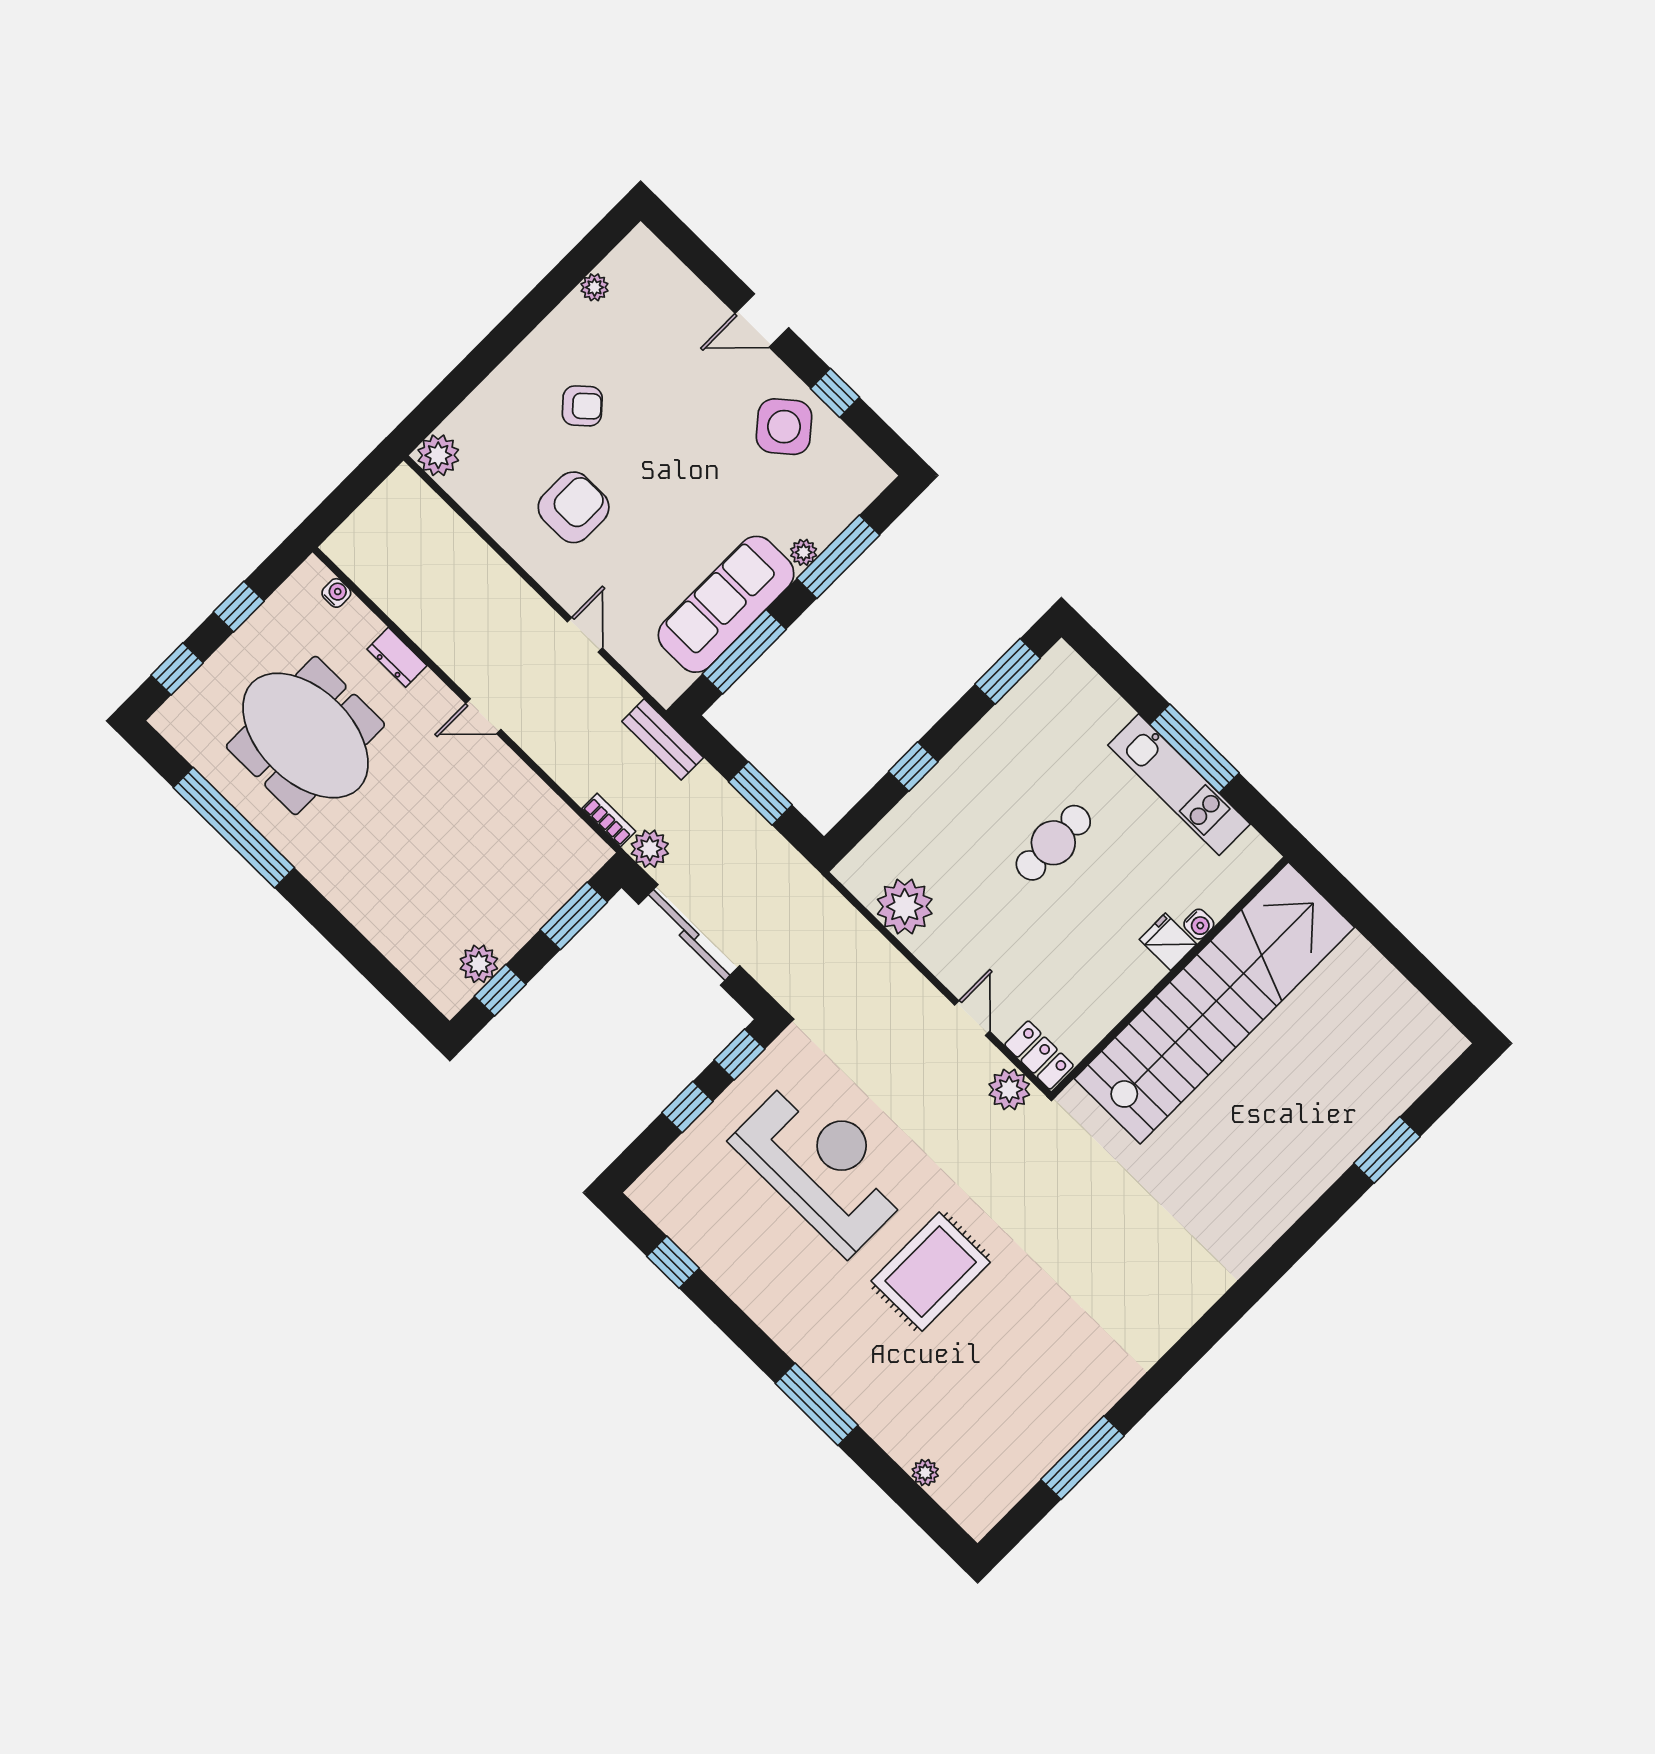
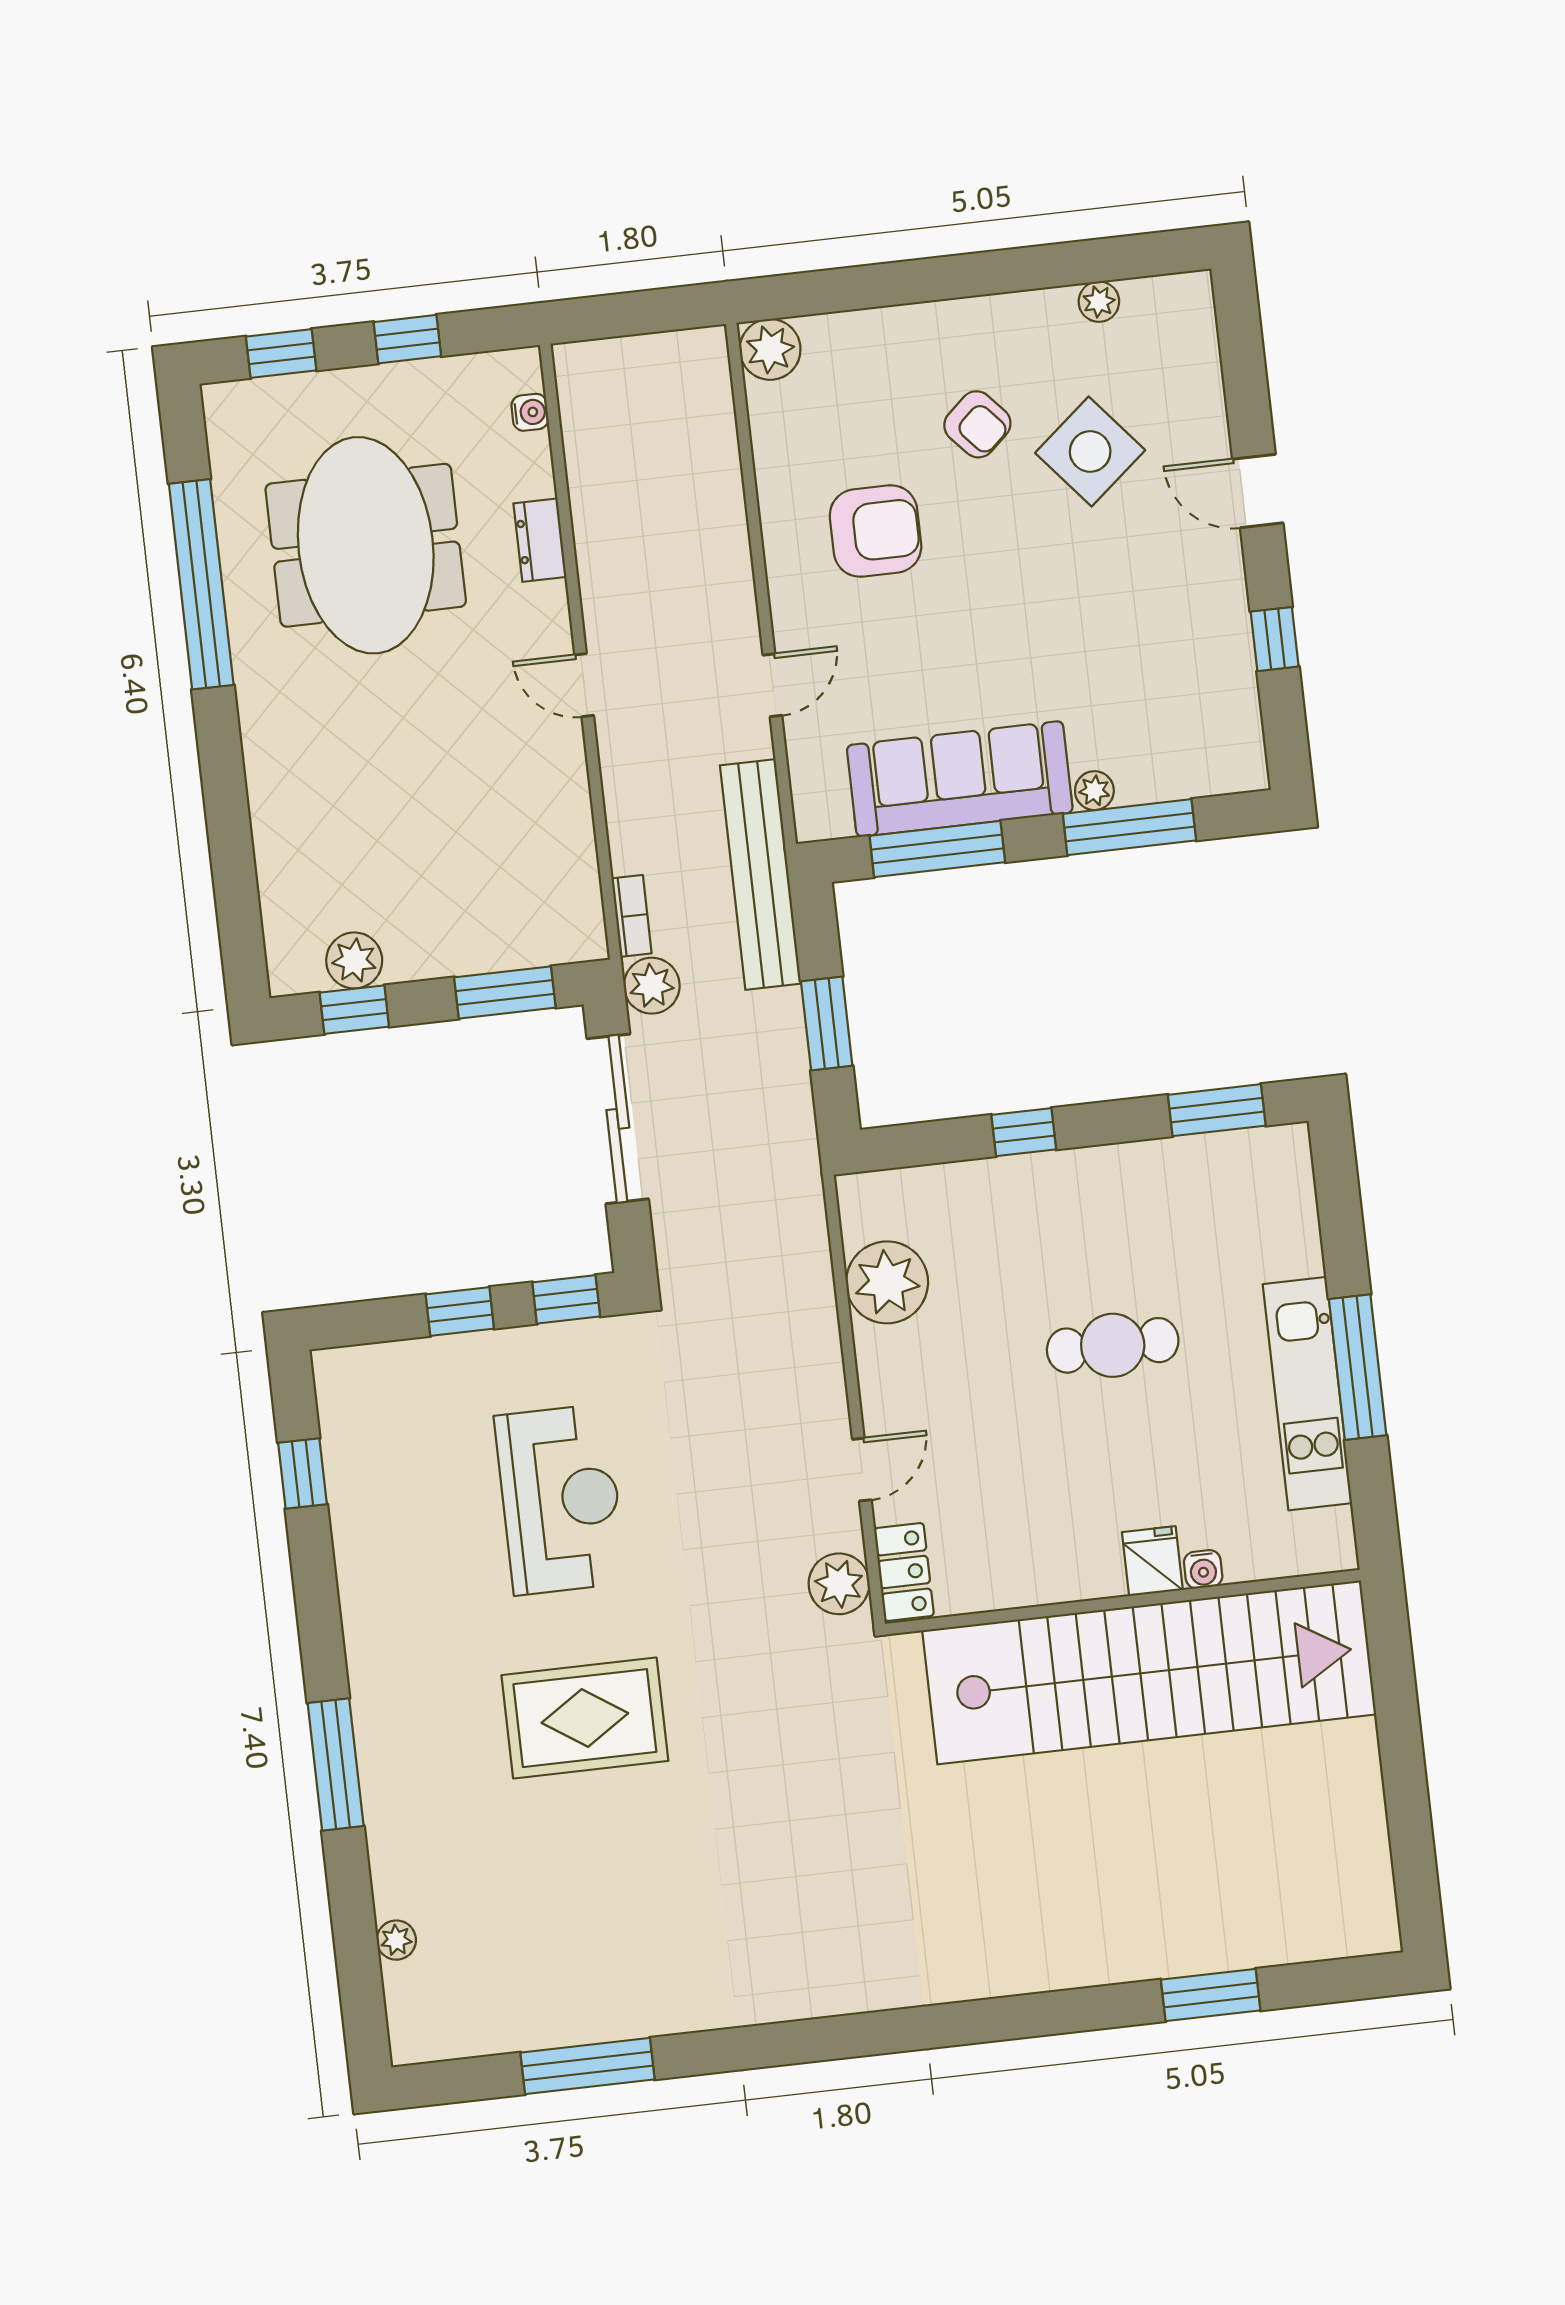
side table: (784, 427) -> (1090, 452), moved
bench: (663, 739) -> (761, 874), width x1.86, depth x1.21
reception desk: (823, 1165) -> (560, 1499), width x0.74, depth x0.77

